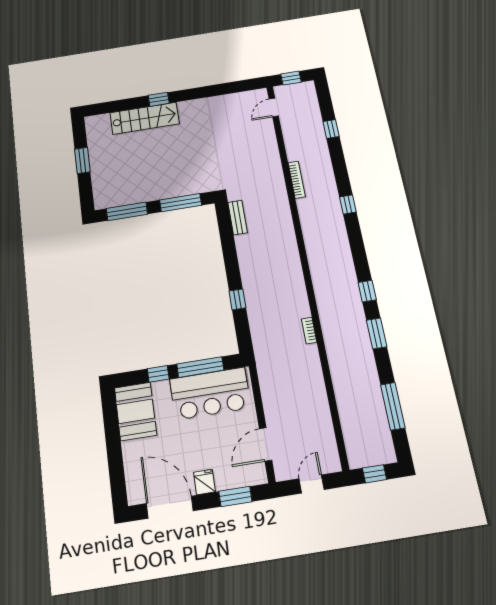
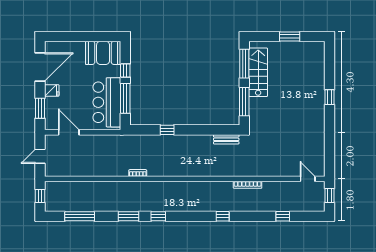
stairs: (145, 118) -> (258, 72), moved, turned 180
door: (312, 484) -> (40, 156), swing flipped

